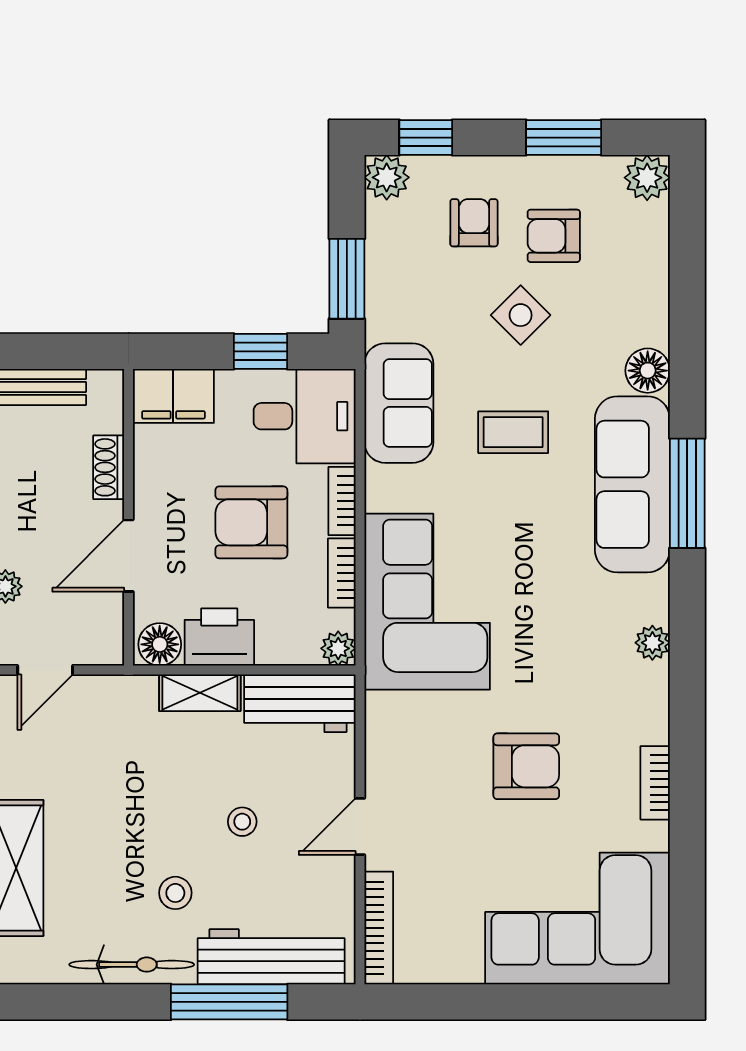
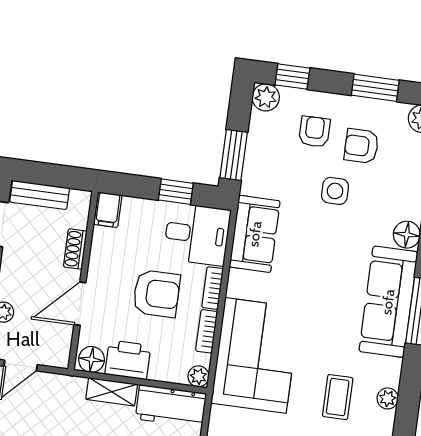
side table: (521, 315) -> (335, 191), turned 45
filing cabinet: (173, 396) -> (108, 210), width x0.50
coffee table: (513, 432) -> (338, 397), moved, turned 90
armchair: (251, 522) -> (156, 294), turned 180

